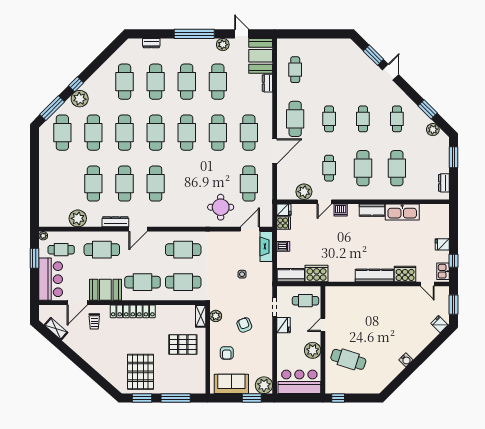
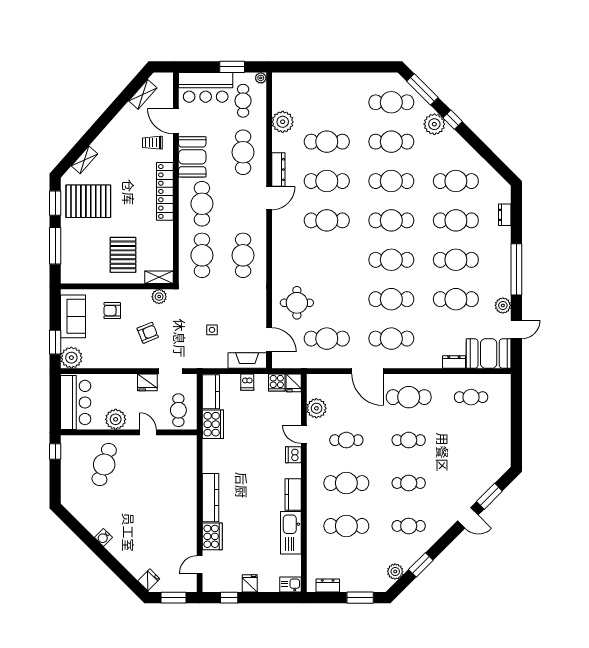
door: (138, 229) -> (269, 198), swing flipped
kitchen sink: (443, 271) -> (290, 584), moved
shelving: (108, 375) -> (85, 160), added

